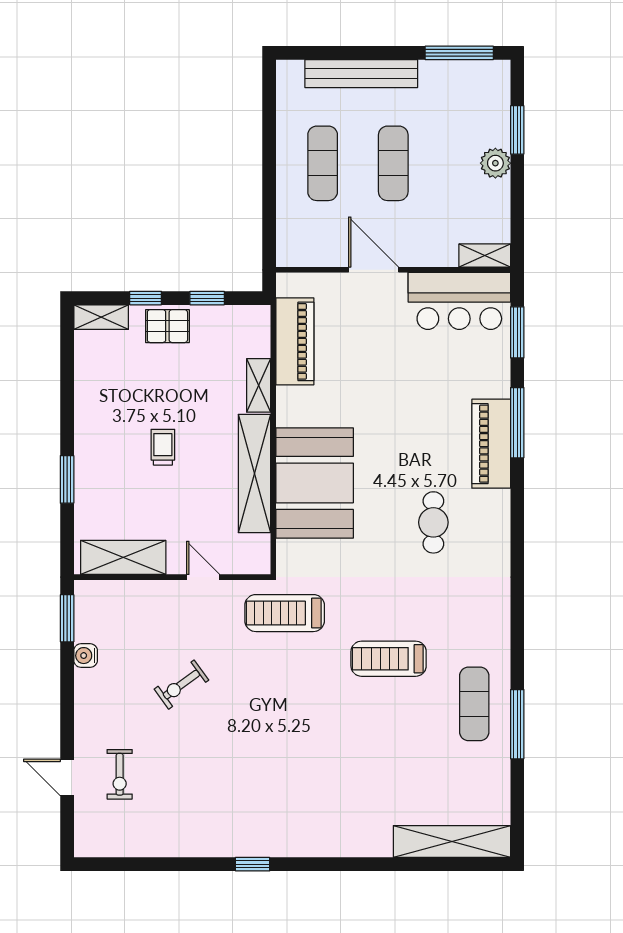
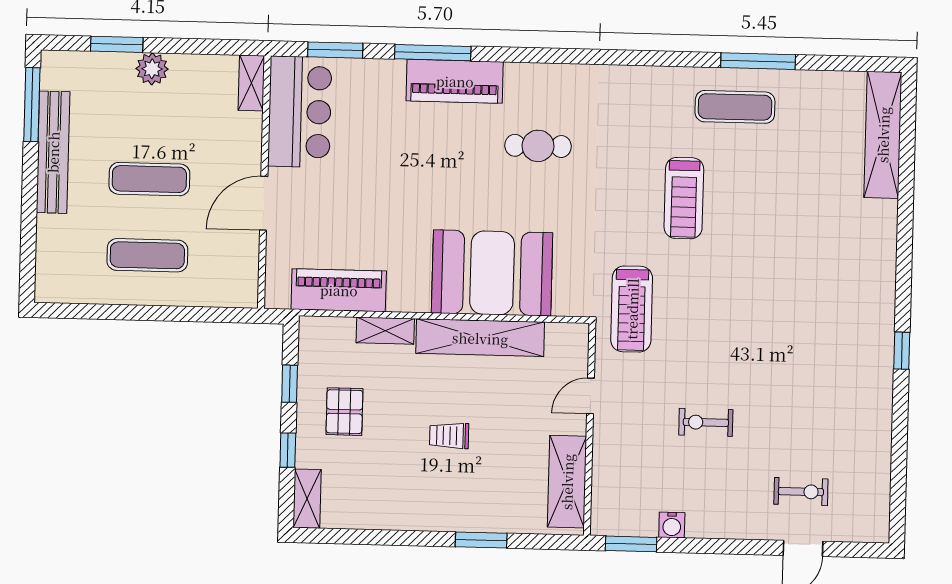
bench: (361, 74) -> (53, 152), moved
pallet: (167, 326) -> (344, 412), moved
exercise bike: (181, 685) -> (706, 422), turned 126

